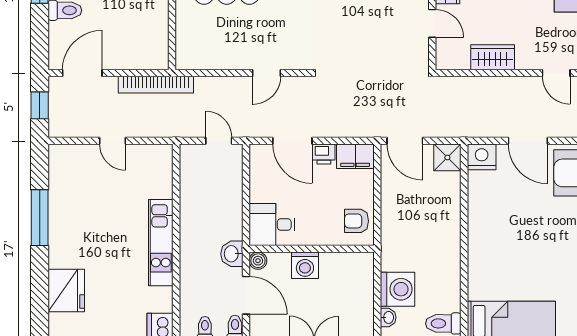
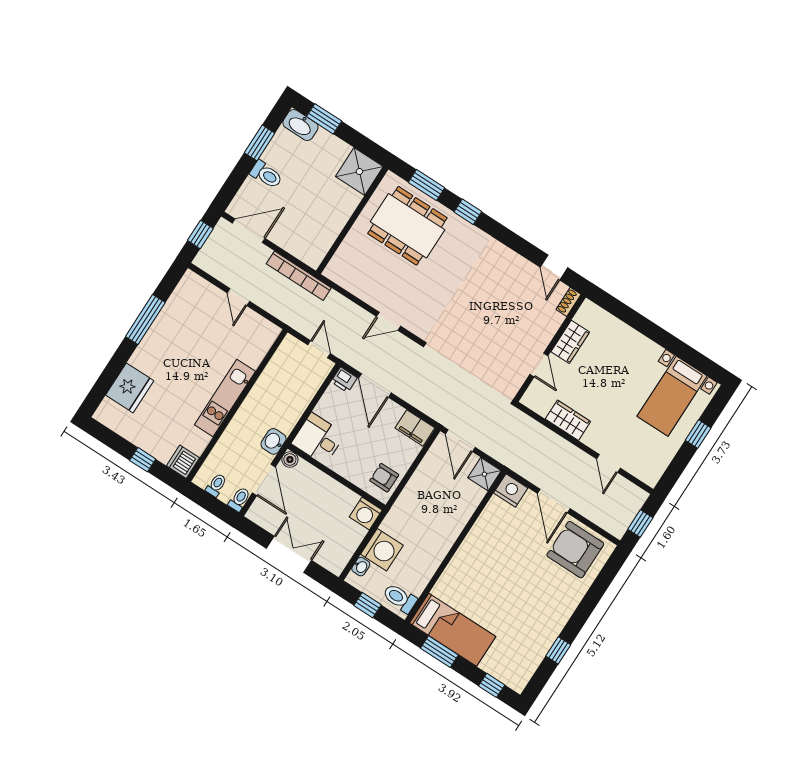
printer: (324, 154) -> (344, 380), moved
washing machine: (305, 265) -> (366, 513), moved

